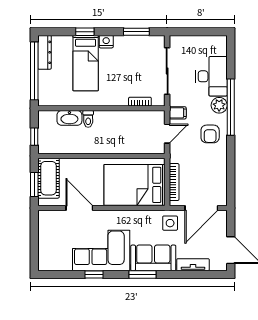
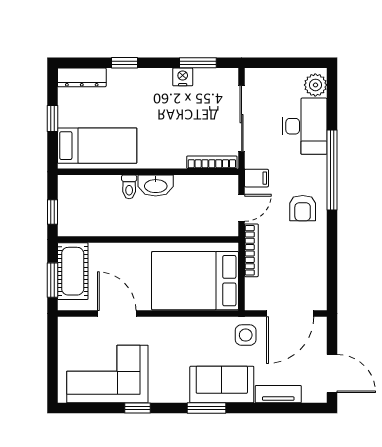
nightstand: (106, 42) -> (183, 77), moved
dresser: (44, 52) -> (82, 77), moved, turned 90
bed: (86, 63) -> (97, 146), moved, turned -90
window: (34, 71) -> (52, 119), width x0.32
bookcase: (140, 102) -> (212, 162), width x1.56
plant: (219, 105) -> (315, 85), moved
washbasin: (69, 118) -> (156, 185), moved
bookcase: (174, 182) -> (251, 250), moved
corner sofa: (101, 250) -> (107, 374), moved

